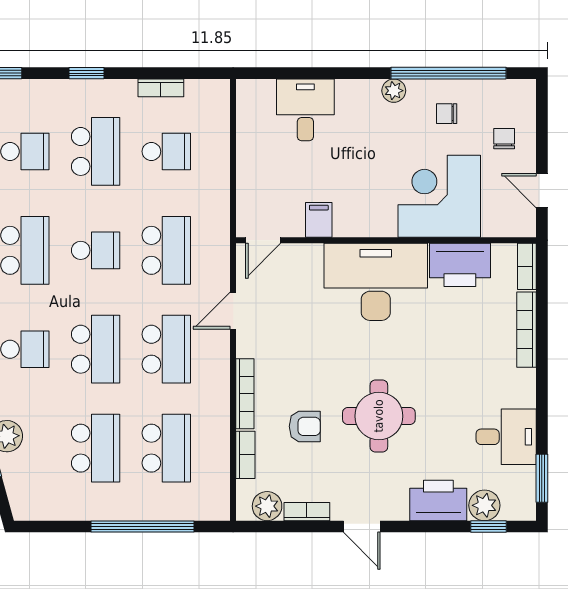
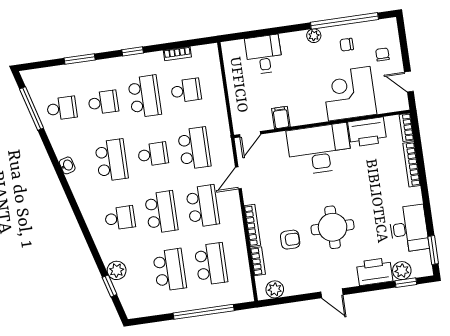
desk: (506, 437) -> (409, 229), width x1.37
bookcase: (307, 512) -> (298, 289), removed

